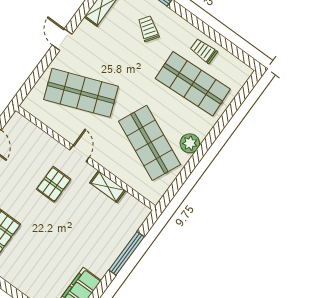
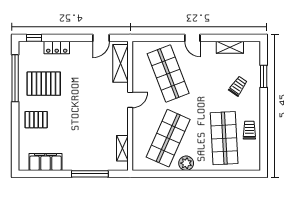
door: (62, 40) -> (192, 38), swing flipped
shelving: (33, 135) -> (121, 63), added
pallet: (54, 184) -> (36, 120), moved
shelving: (108, 187) -> (122, 148), moved

